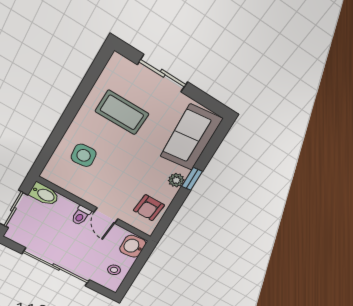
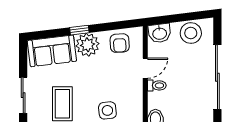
plant: (176, 180) -> (88, 45), width x1.88, depth x1.88
armchair: (149, 208) -> (120, 43), turned 87
stool: (114, 270) -> (191, 33), width x1.89, depth x1.89

